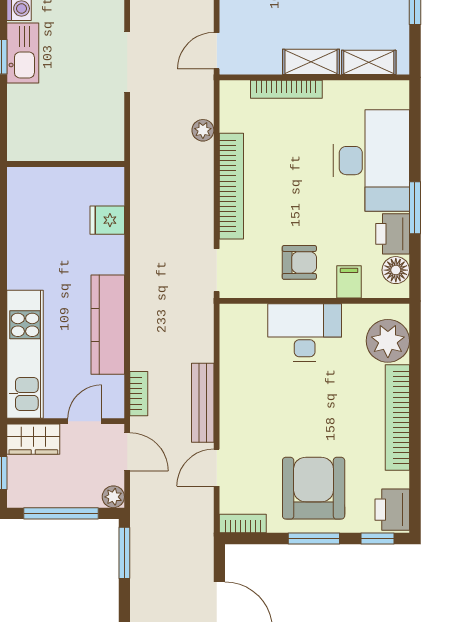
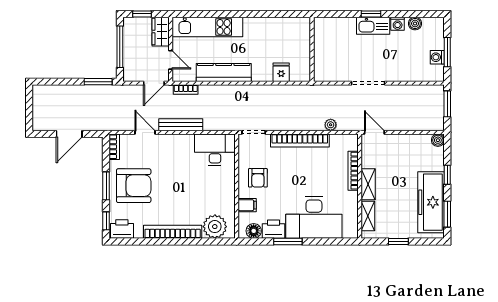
desk: (305, 333) -> (215, 150), moved, turned -90
plant: (113, 497) -> (129, 76), removed

